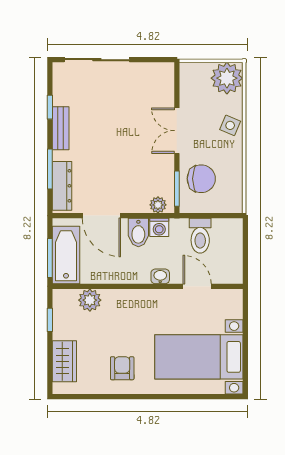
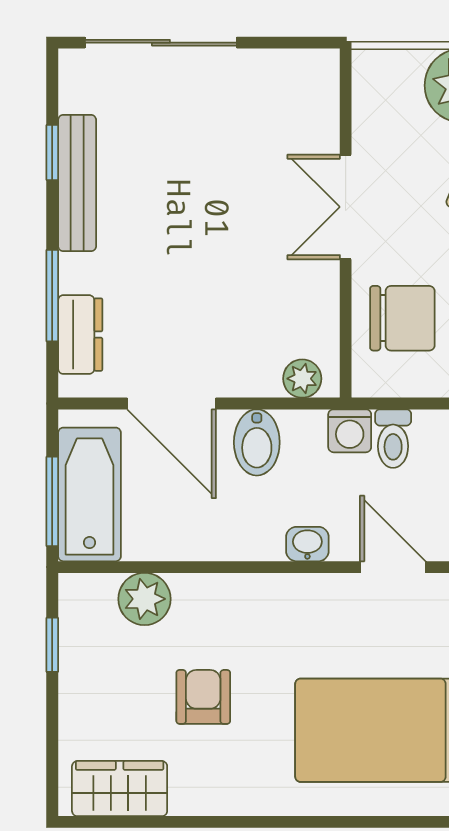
bench: (61, 128) -> (77, 183), width x1.36
dresser: (62, 186) -> (80, 335), width x0.70
window: (177, 189) -> (346, 341), removed
washing machine: (159, 227) -> (350, 431), moved
toilet: (200, 236) -> (393, 439), width x0.73, depth x0.72
wardrobe: (64, 361) -> (120, 789), moved, turned -90
armchair: (122, 368) -> (203, 697), moved

